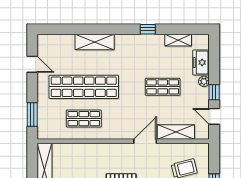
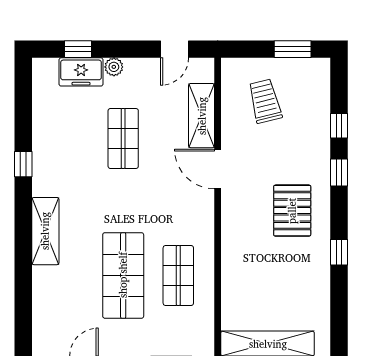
shelving: (178, 40) -> (42, 112), removed
shelving: (95, 42) -> (45, 231), moved
shop shelf: (84, 87) -> (123, 275), width x0.71
window: (214, 92) -> (78, 49), moved

